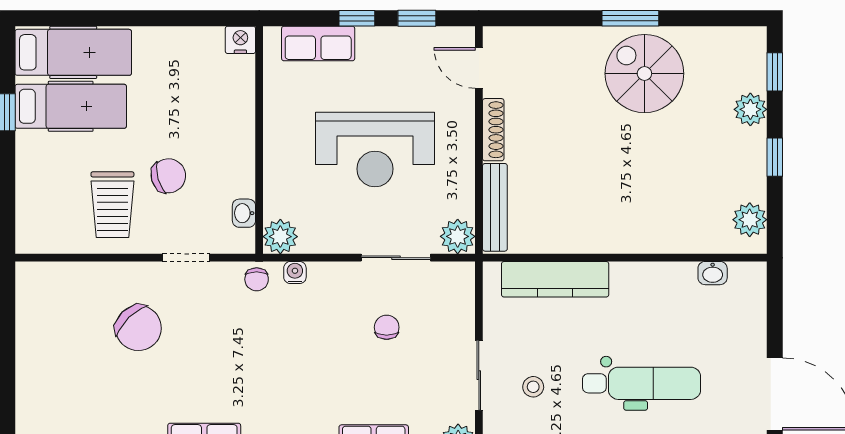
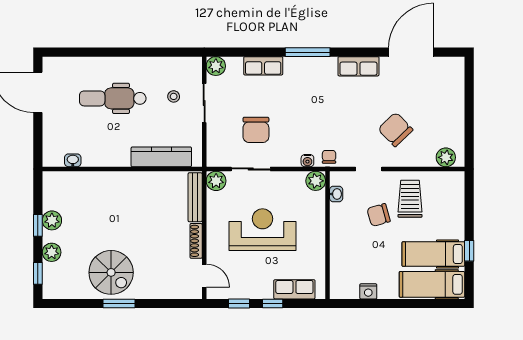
nightstand: (240, 40) -> (368, 291), moved
plant: (750, 220) -> (52, 220), moved
plant: (49, 278) -> (446, 157), added
chair: (387, 327) -> (256, 130), width x1.87, depth x1.87

